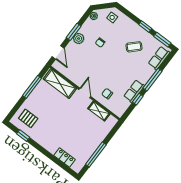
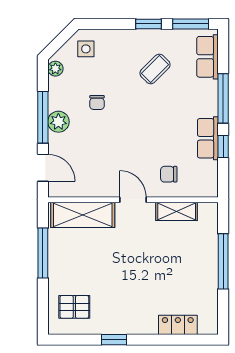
window: (74, 32) -> (43, 117), width x1.44
window: (23, 135) -> (114, 340), moved
window: (96, 154) -> (223, 261), moved

